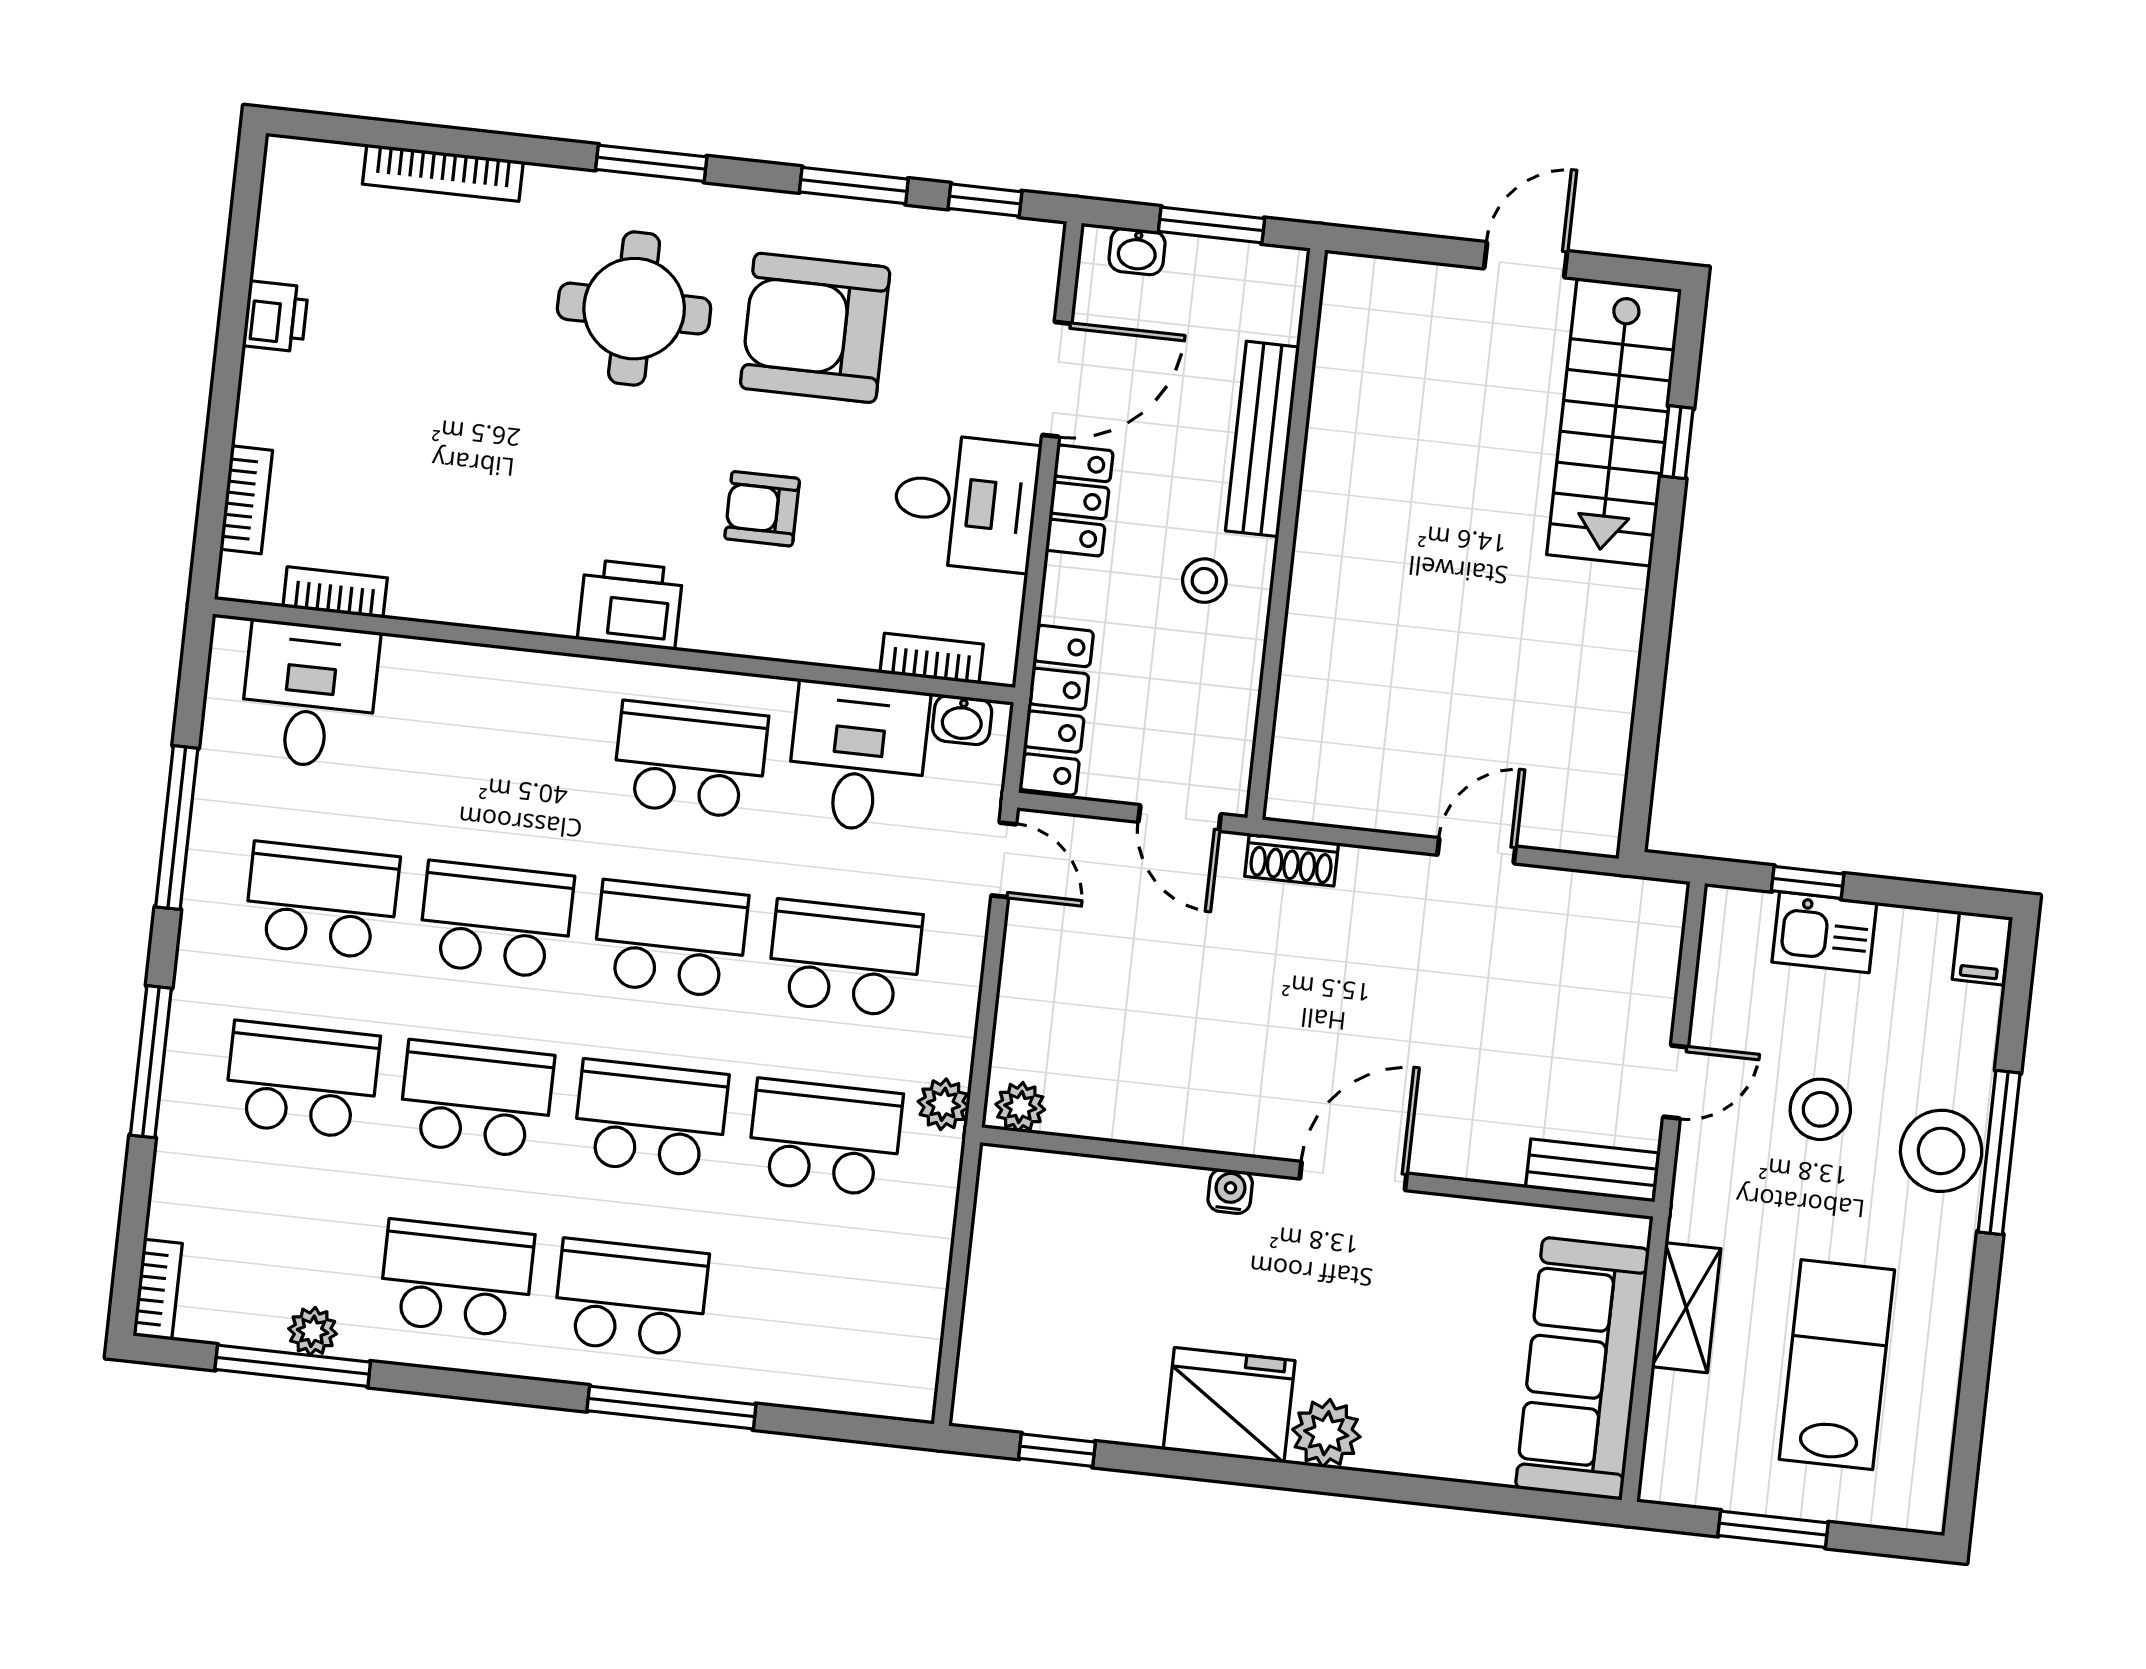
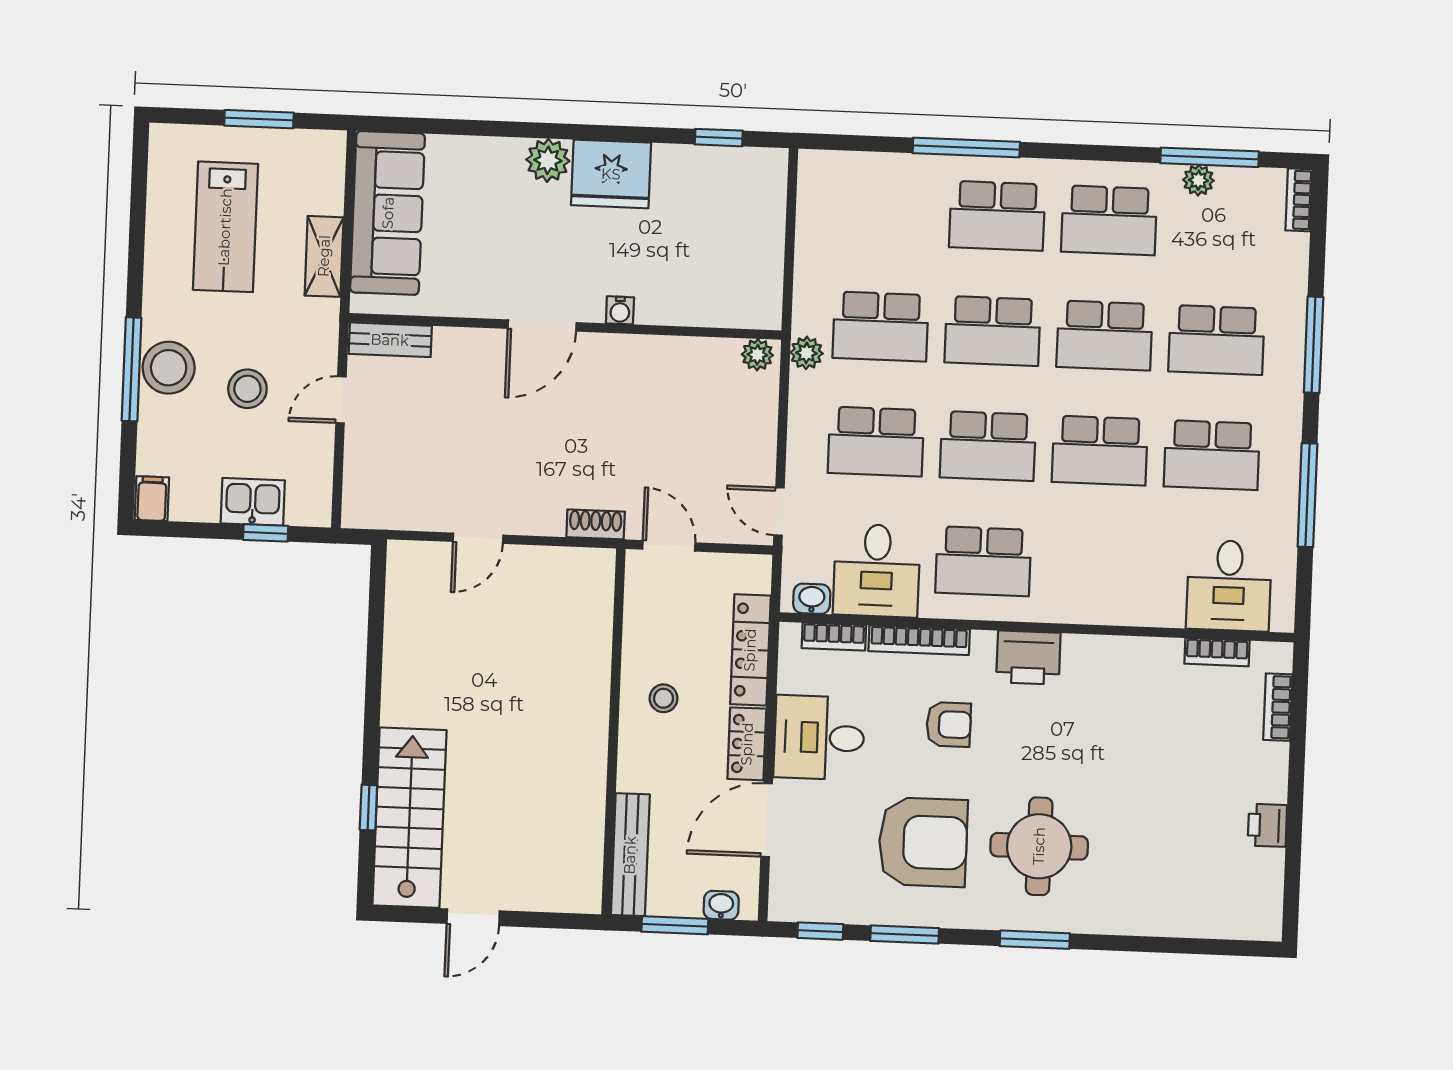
bookcase: (443, 173) -> (919, 640), moved, turned 180
bench: (1262, 439) -> (630, 855), moved
locker: (1056, 710) -> (750, 650), moved

